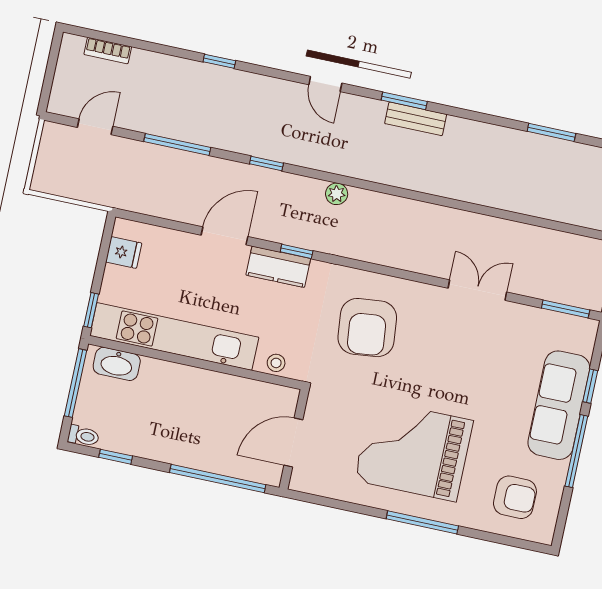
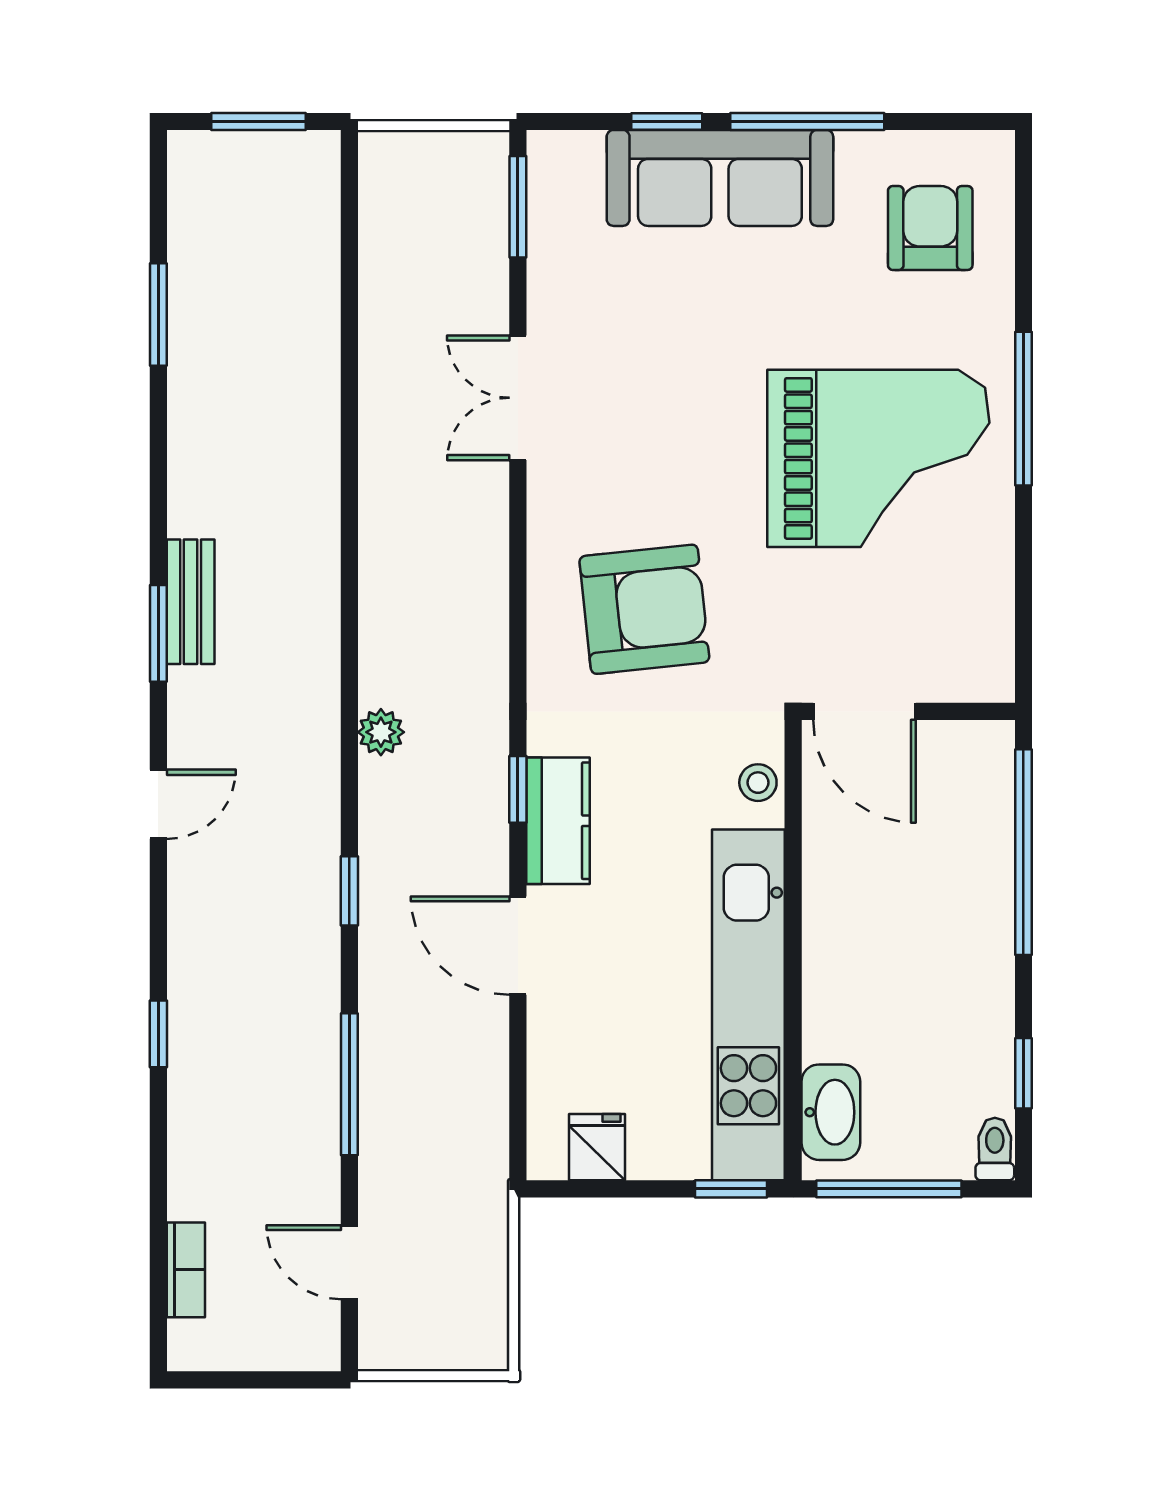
door: (293, 442) -> (865, 711), moved
grand piano: (414, 450) -> (878, 458), turned -90

